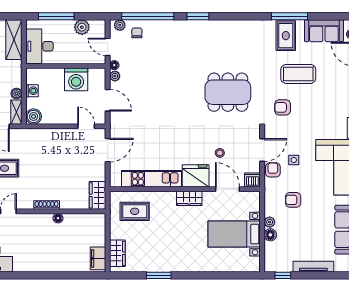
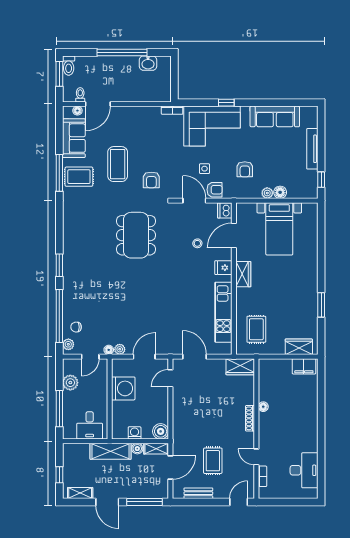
shelving: (14, 40) -> (111, 451), moved
desk: (39, 46) -> (90, 425), width x0.73
armchair: (273, 170) -> (215, 190), turned 180
fridge: (196, 176) -> (223, 268), width x0.53, depth x0.75

